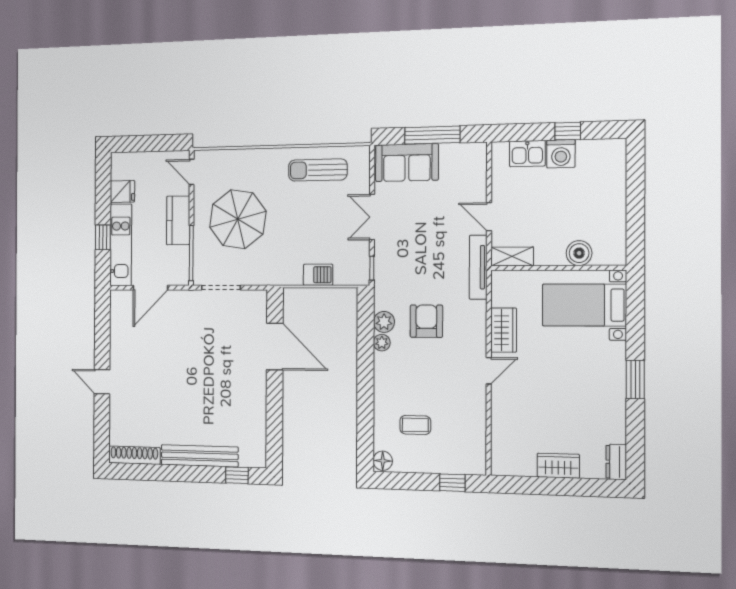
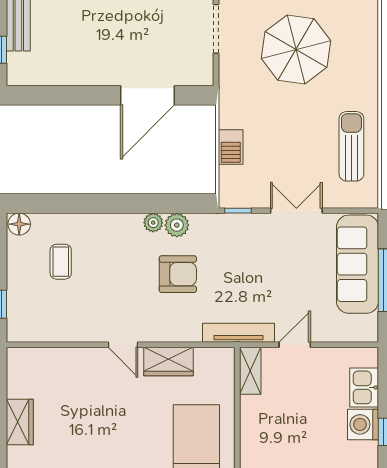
sofa: (407, 163) -> (358, 264), width x1.36
boiler: (579, 253) -> (253, 444), removed

